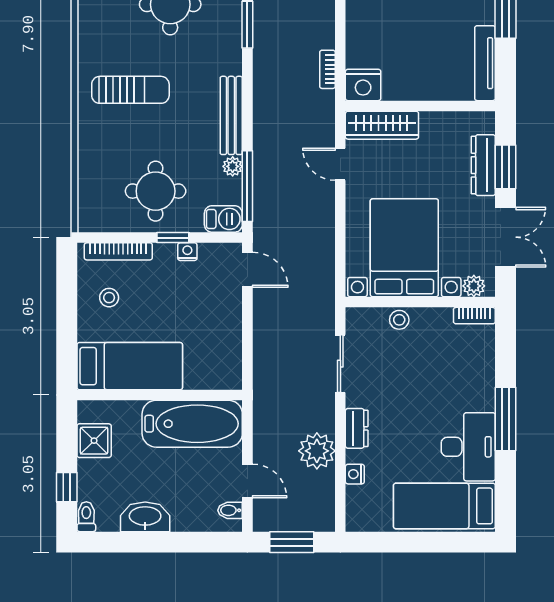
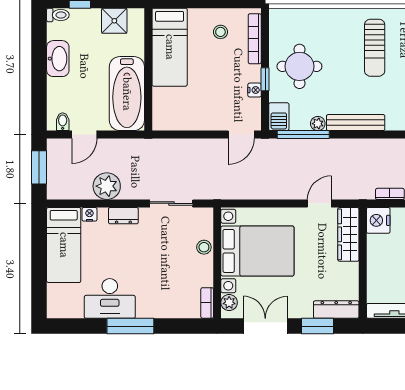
dresser: (483, 165) -> (336, 310), moved
double door: (506, 237) -> (265, 326), swing flipped
bed: (444, 506) -> (64, 245), moved, turned 180

